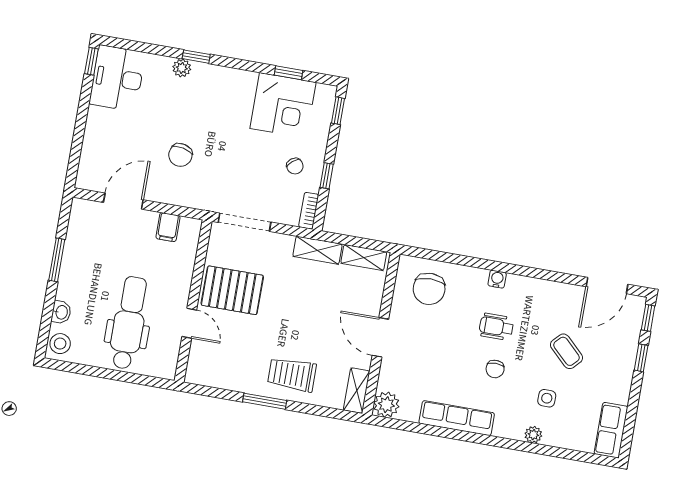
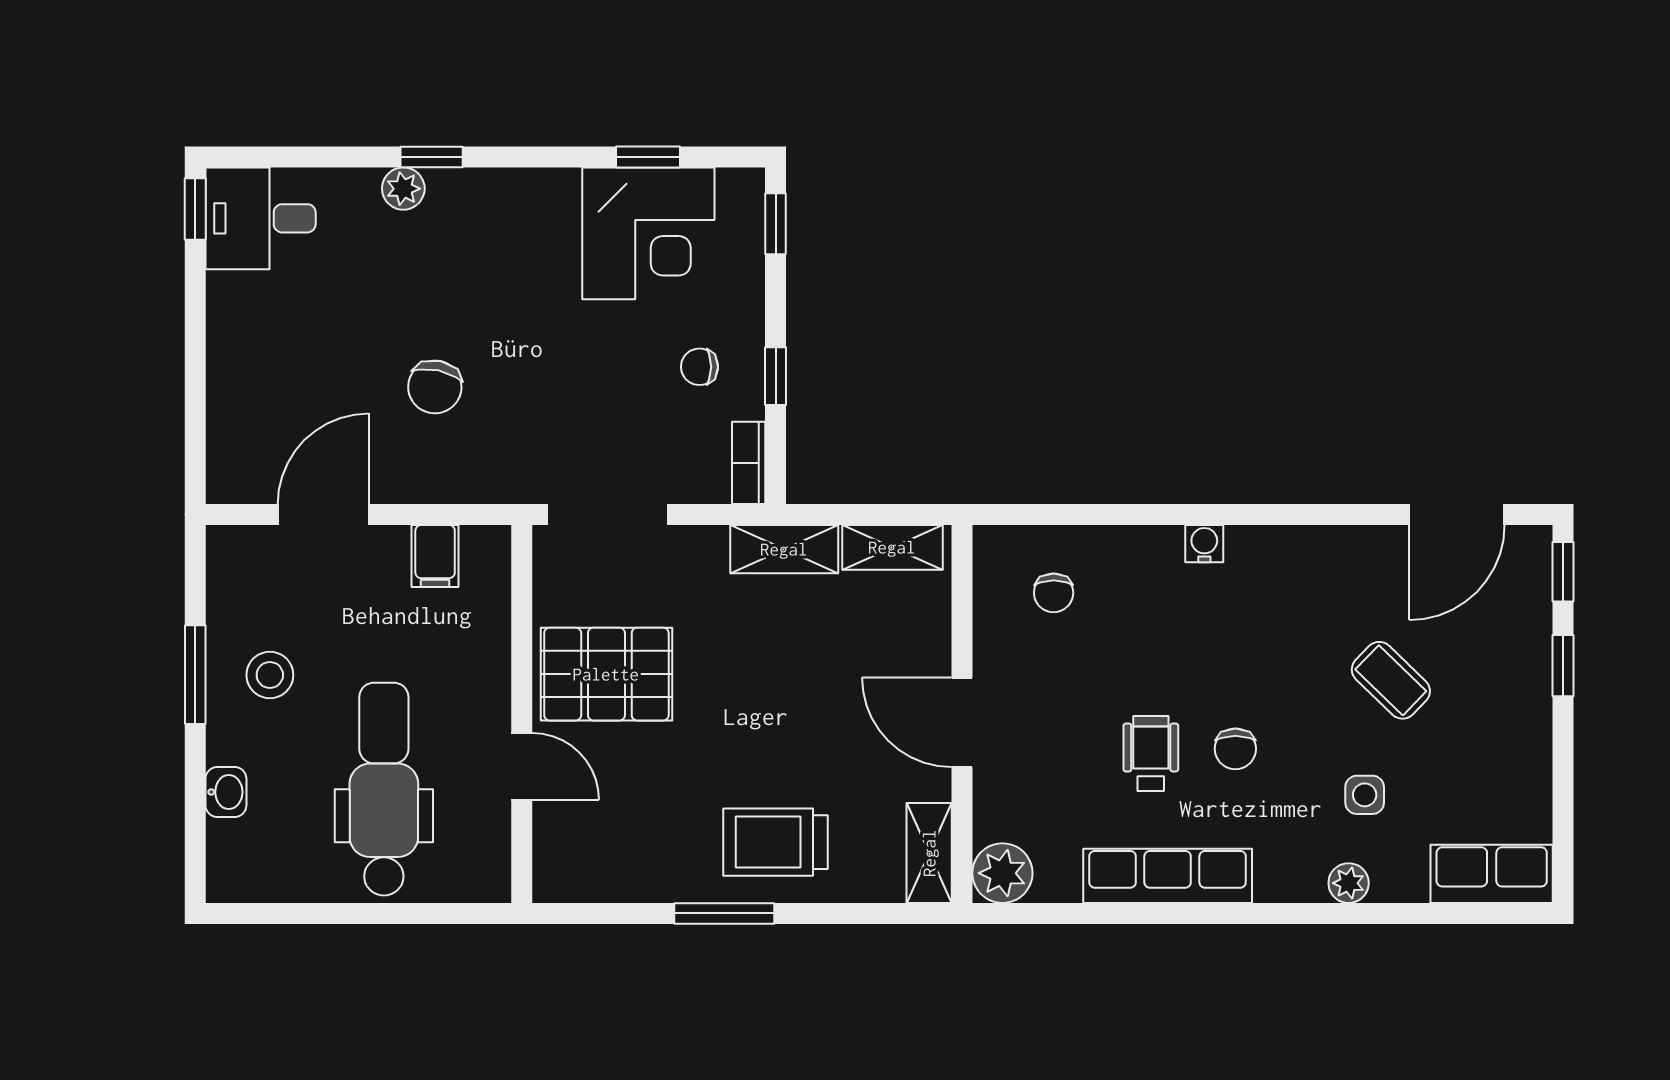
desk: (117, 78) -> (261, 218), width x0.73
chair: (295, 166) -> (699, 367), turned 129
chair: (429, 289) -> (1054, 593), width x0.54, depth x0.54
wheelchair: (496, 327) -> (1151, 754), moved, turned 90
stool: (60, 344) -> (270, 675), moved
row of seats: (611, 430) -> (1492, 874), moved, turned 90

